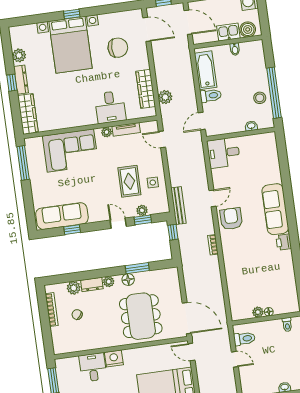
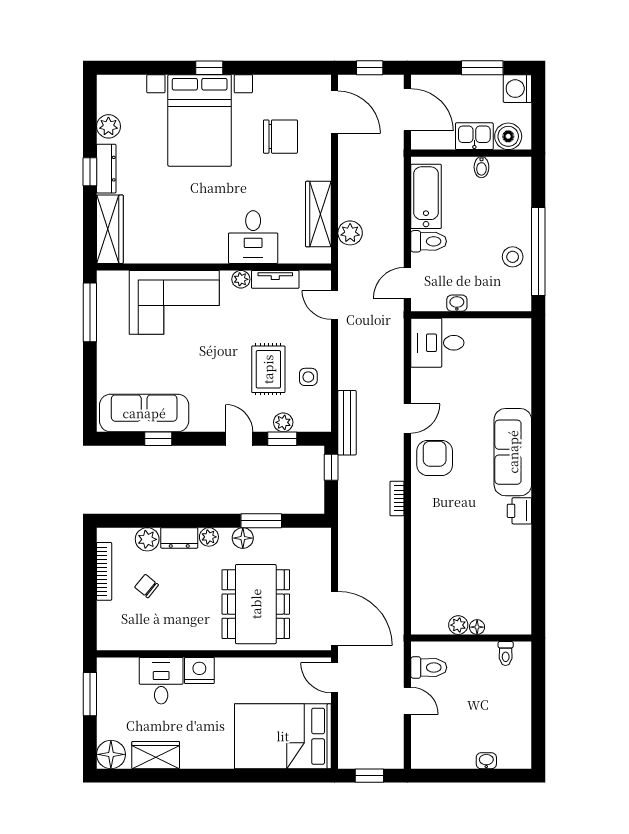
washbasin: (251, 126) -> (457, 303), moved

